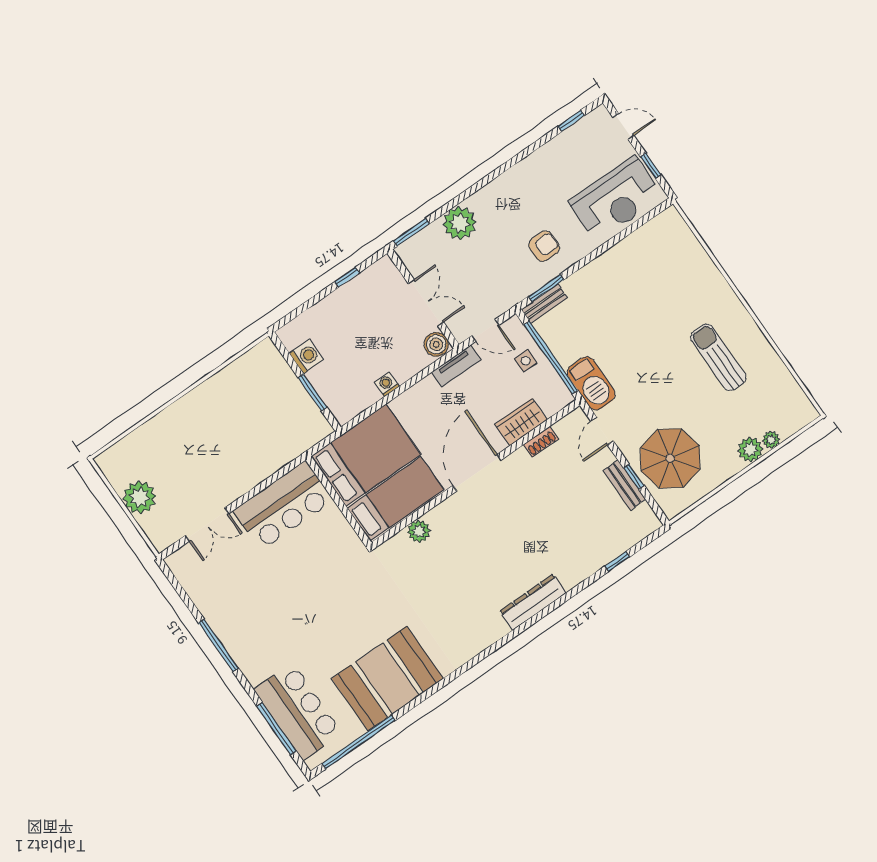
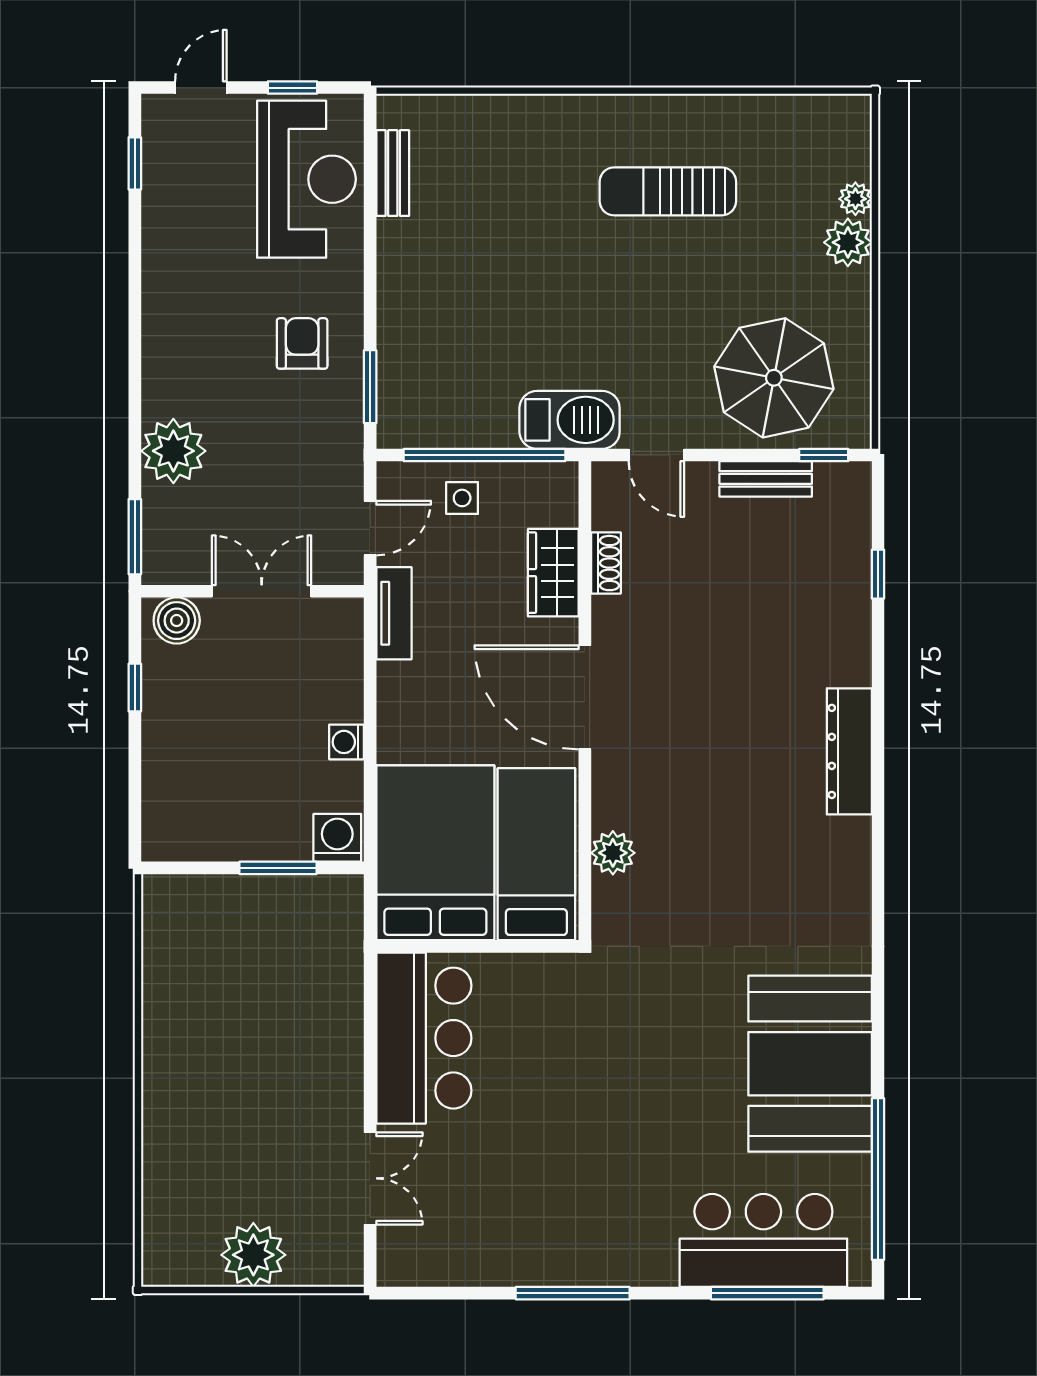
bench: (544, 304) -> (393, 173), moved
boiler: (436, 344) -> (177, 621), moved
washing machine: (306, 356) -> (337, 838), moved
window: (634, 477) -> (824, 455), moved

